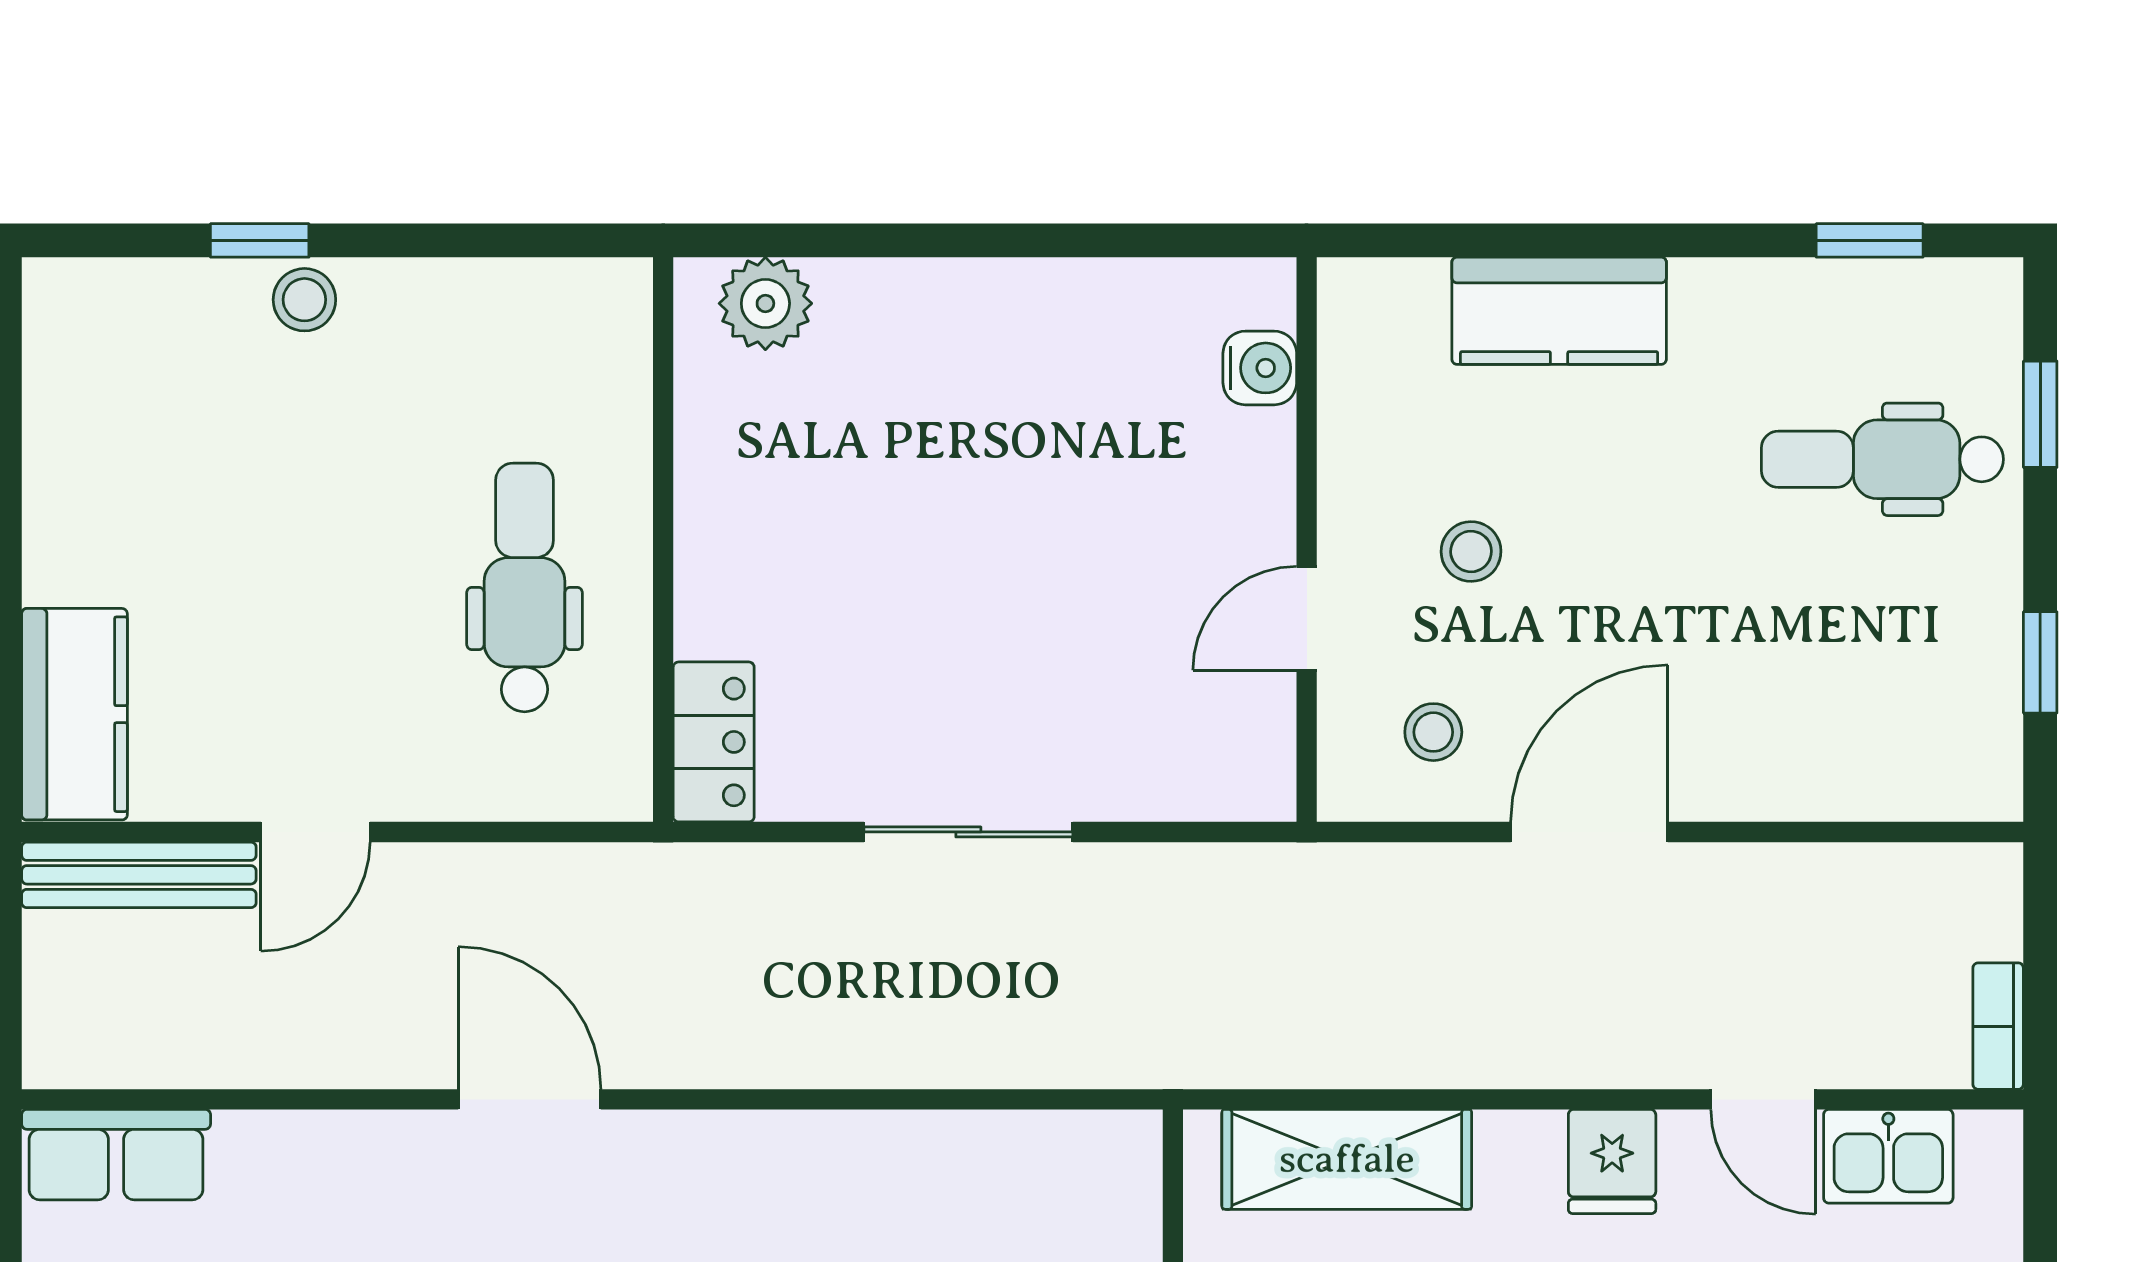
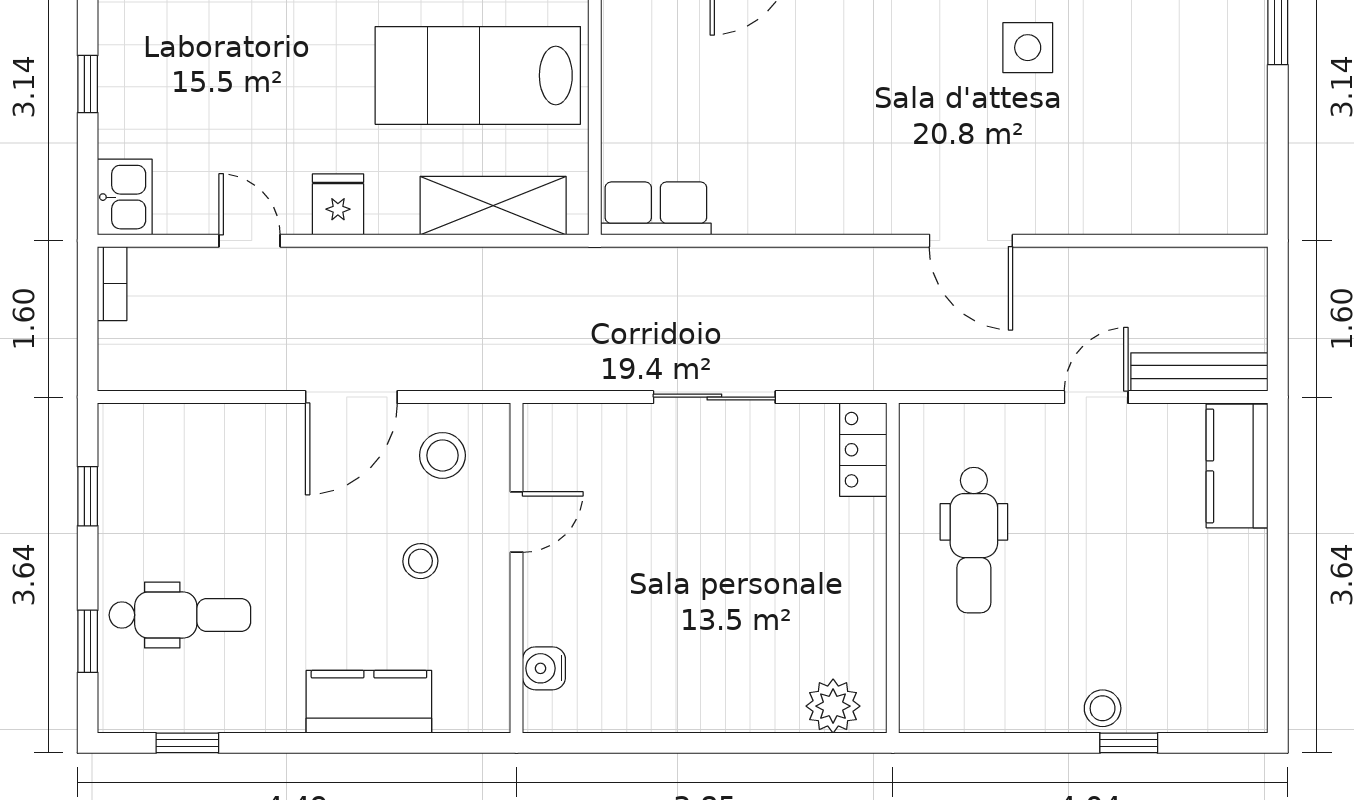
stool: (1433, 732) -> (442, 455), width x1.37, depth x1.37
row of seats: (116, 1155) -> (656, 208), moved
kitchen sink: (1888, 1156) -> (125, 197), moved, turned 90

